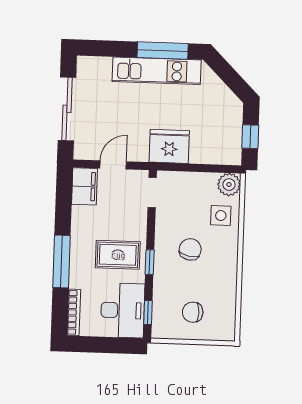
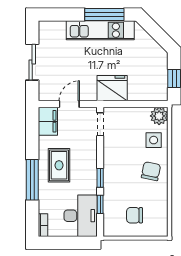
sliding door: (67, 109) -> (32, 62), width x0.73
chair: (190, 249) -> (151, 171), moved
rug: (118, 255) -> (59, 165), moved, turned 90
bookcase: (74, 312) -> (43, 225), width x0.64
window: (148, 313) -> (100, 204), moved

